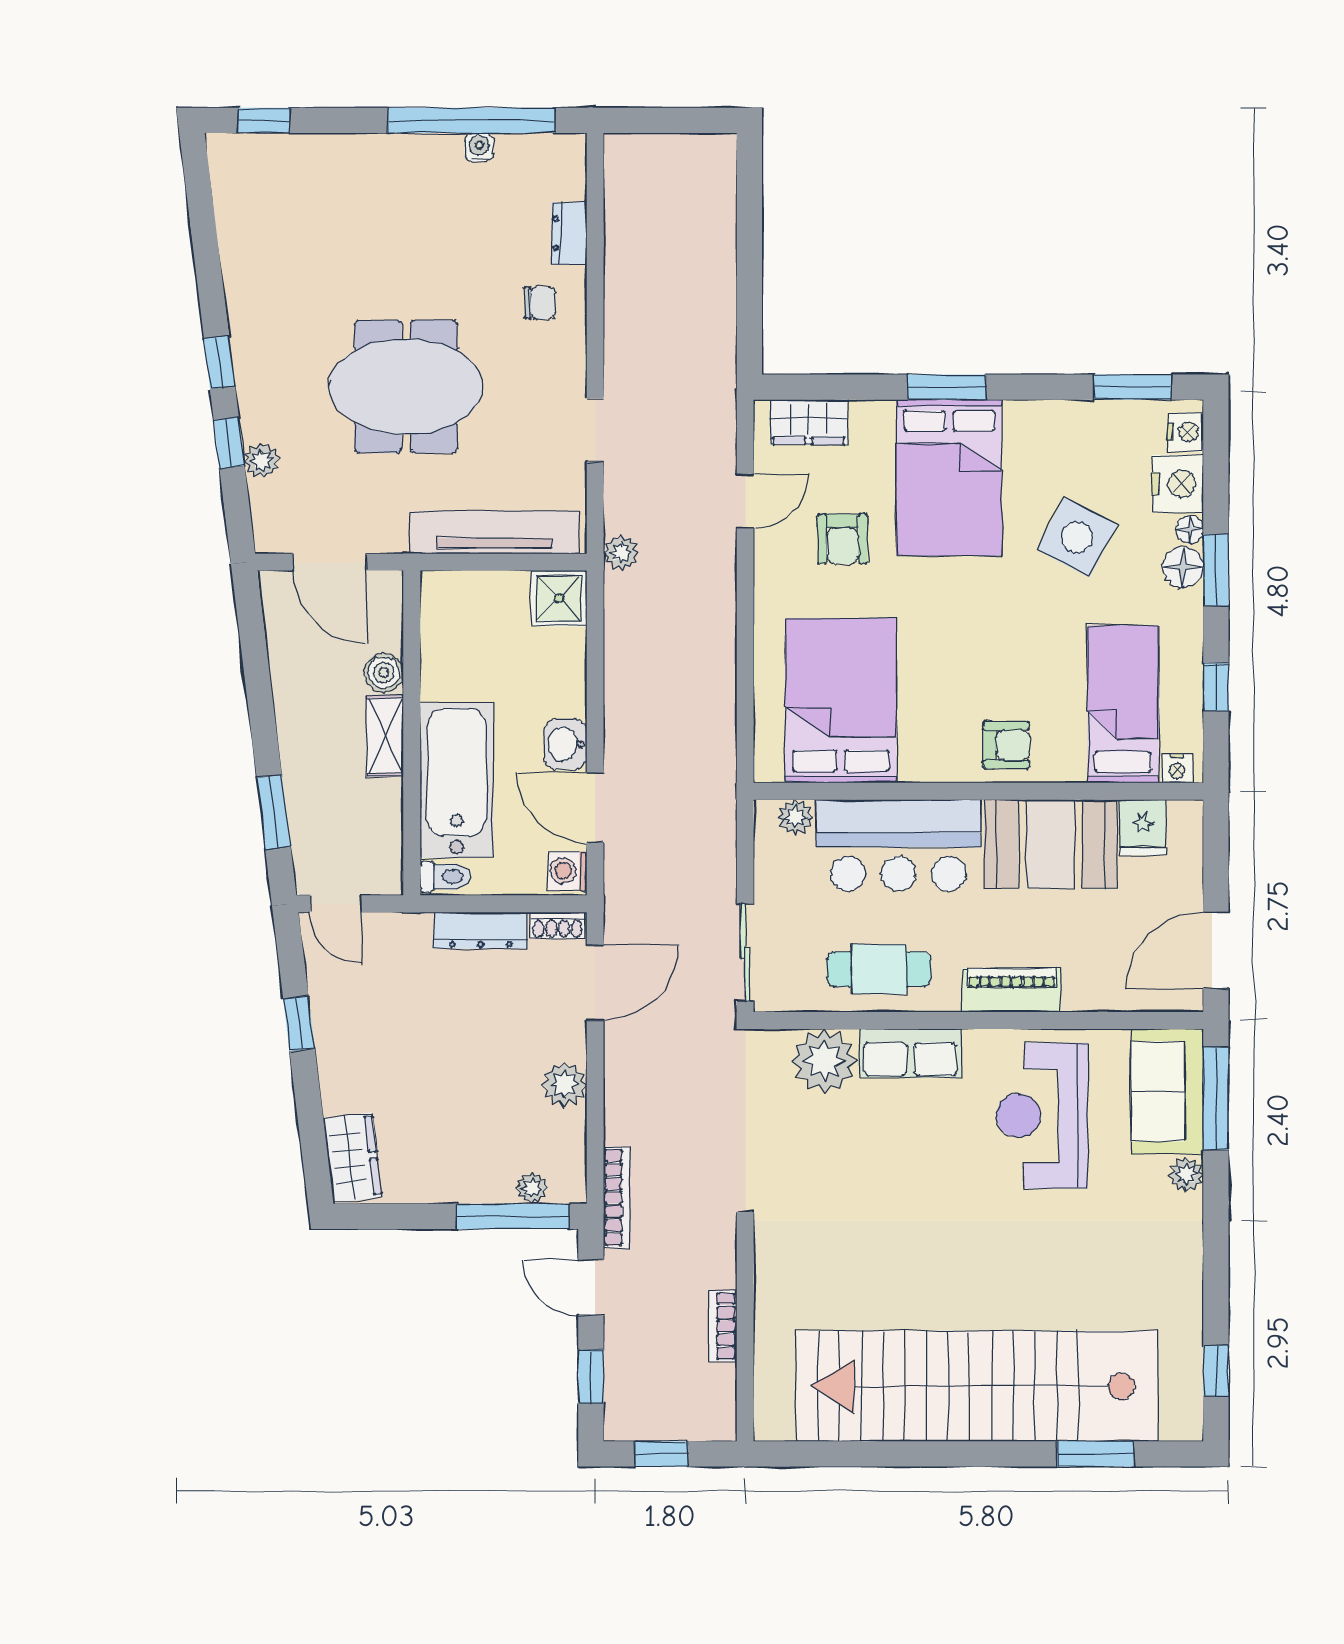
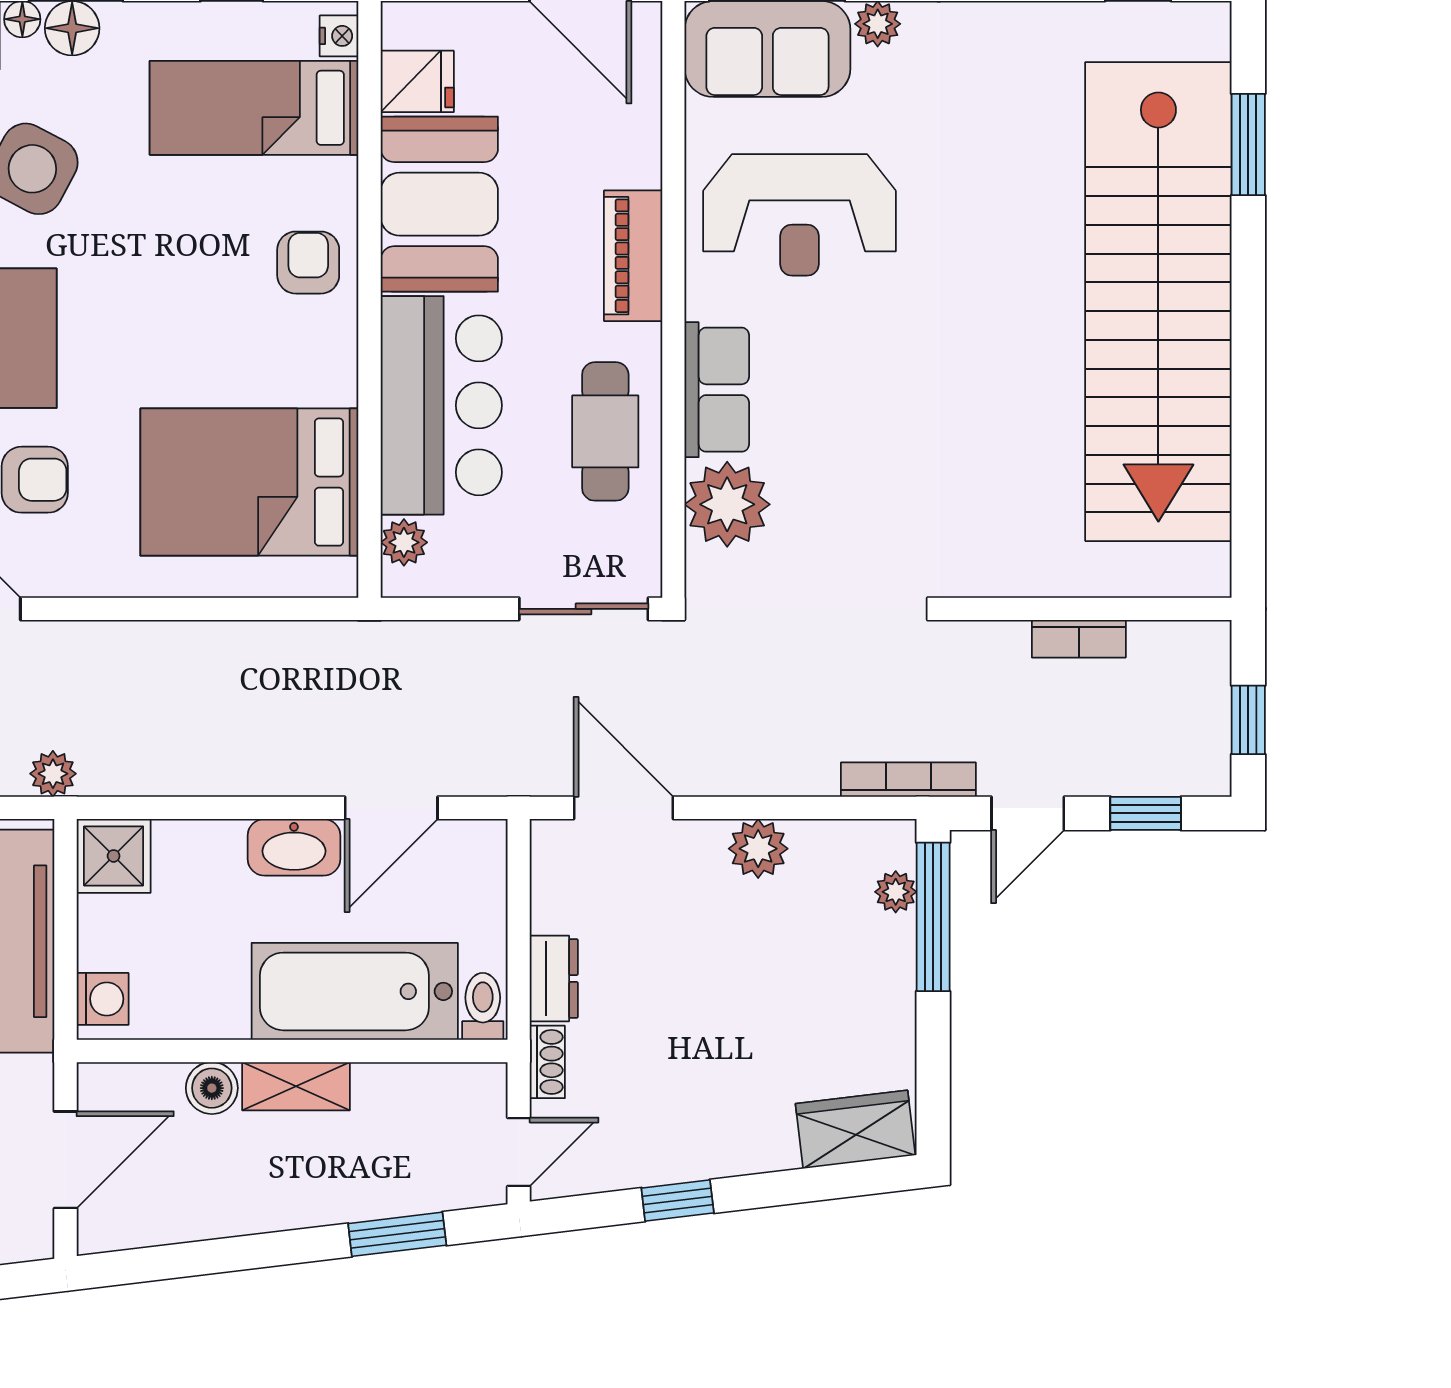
washbasin: (565, 744) -> (294, 847), width x1.38
washing machine: (567, 871) -> (103, 999), moved, turned -90
shoe rack: (558, 925) -> (547, 1062), moved
dresser: (481, 930) -> (554, 978), width x0.70

